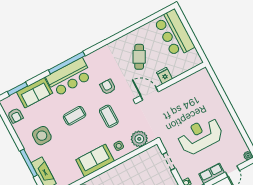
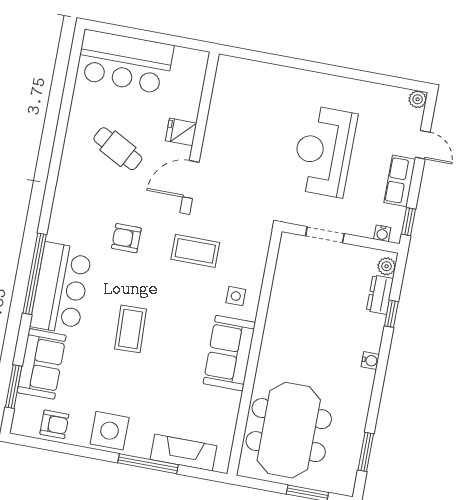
coffee table: (109, 116) -> (195, 251), moved
side table: (42, 136) -> (110, 431), moved
plant: (139, 139) -> (251, 254), removed

